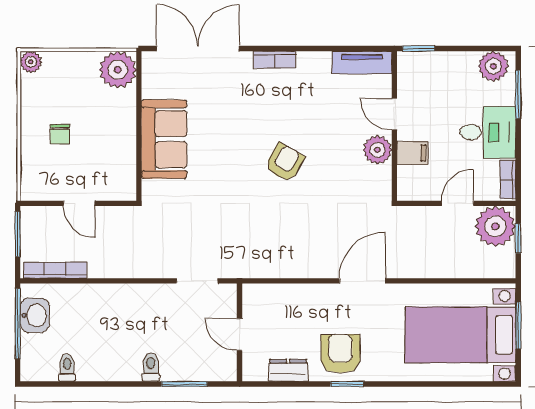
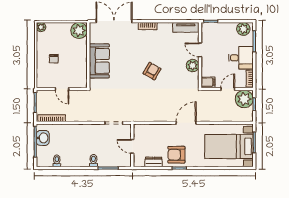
filing cabinet: (412, 153) -> (208, 82), moved
armchair: (340, 354) -> (176, 155), turned -90

